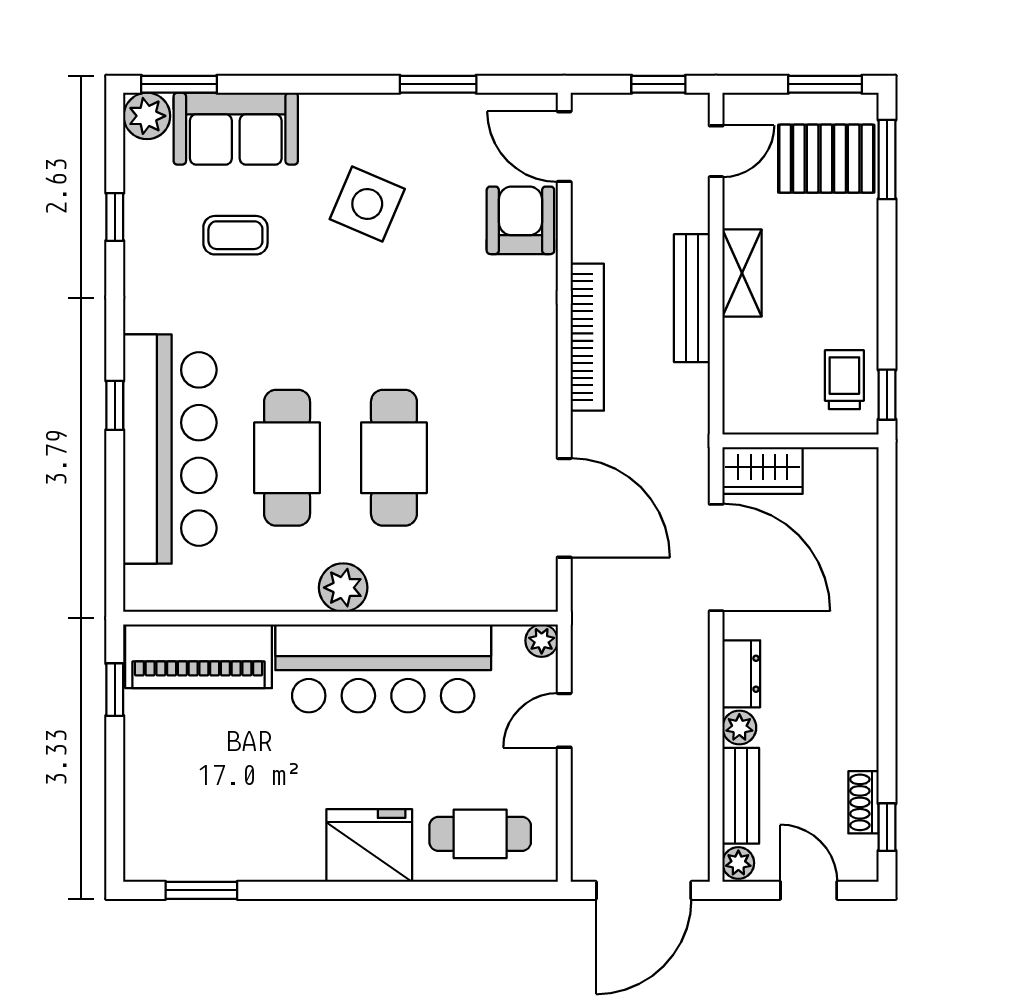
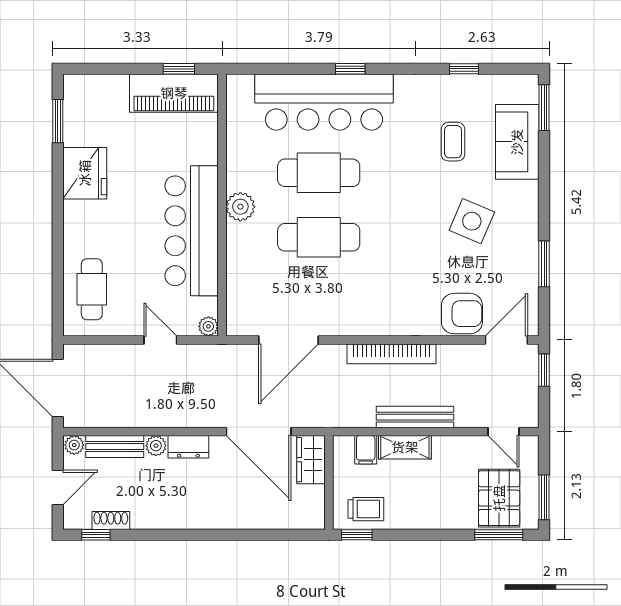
window: (658, 84) -> (544, 370), moved
plant: (147, 116) -> (525, 88), removed
shelving: (742, 273) -> (405, 447), moved
filing cabinet: (746, 380) -> (366, 450), added
door: (716, 557) -> (259, 432), hinge flipped
piano: (199, 656) -> (174, 93), moved, turned -90
fridge: (369, 846) -> (85, 173), moved

